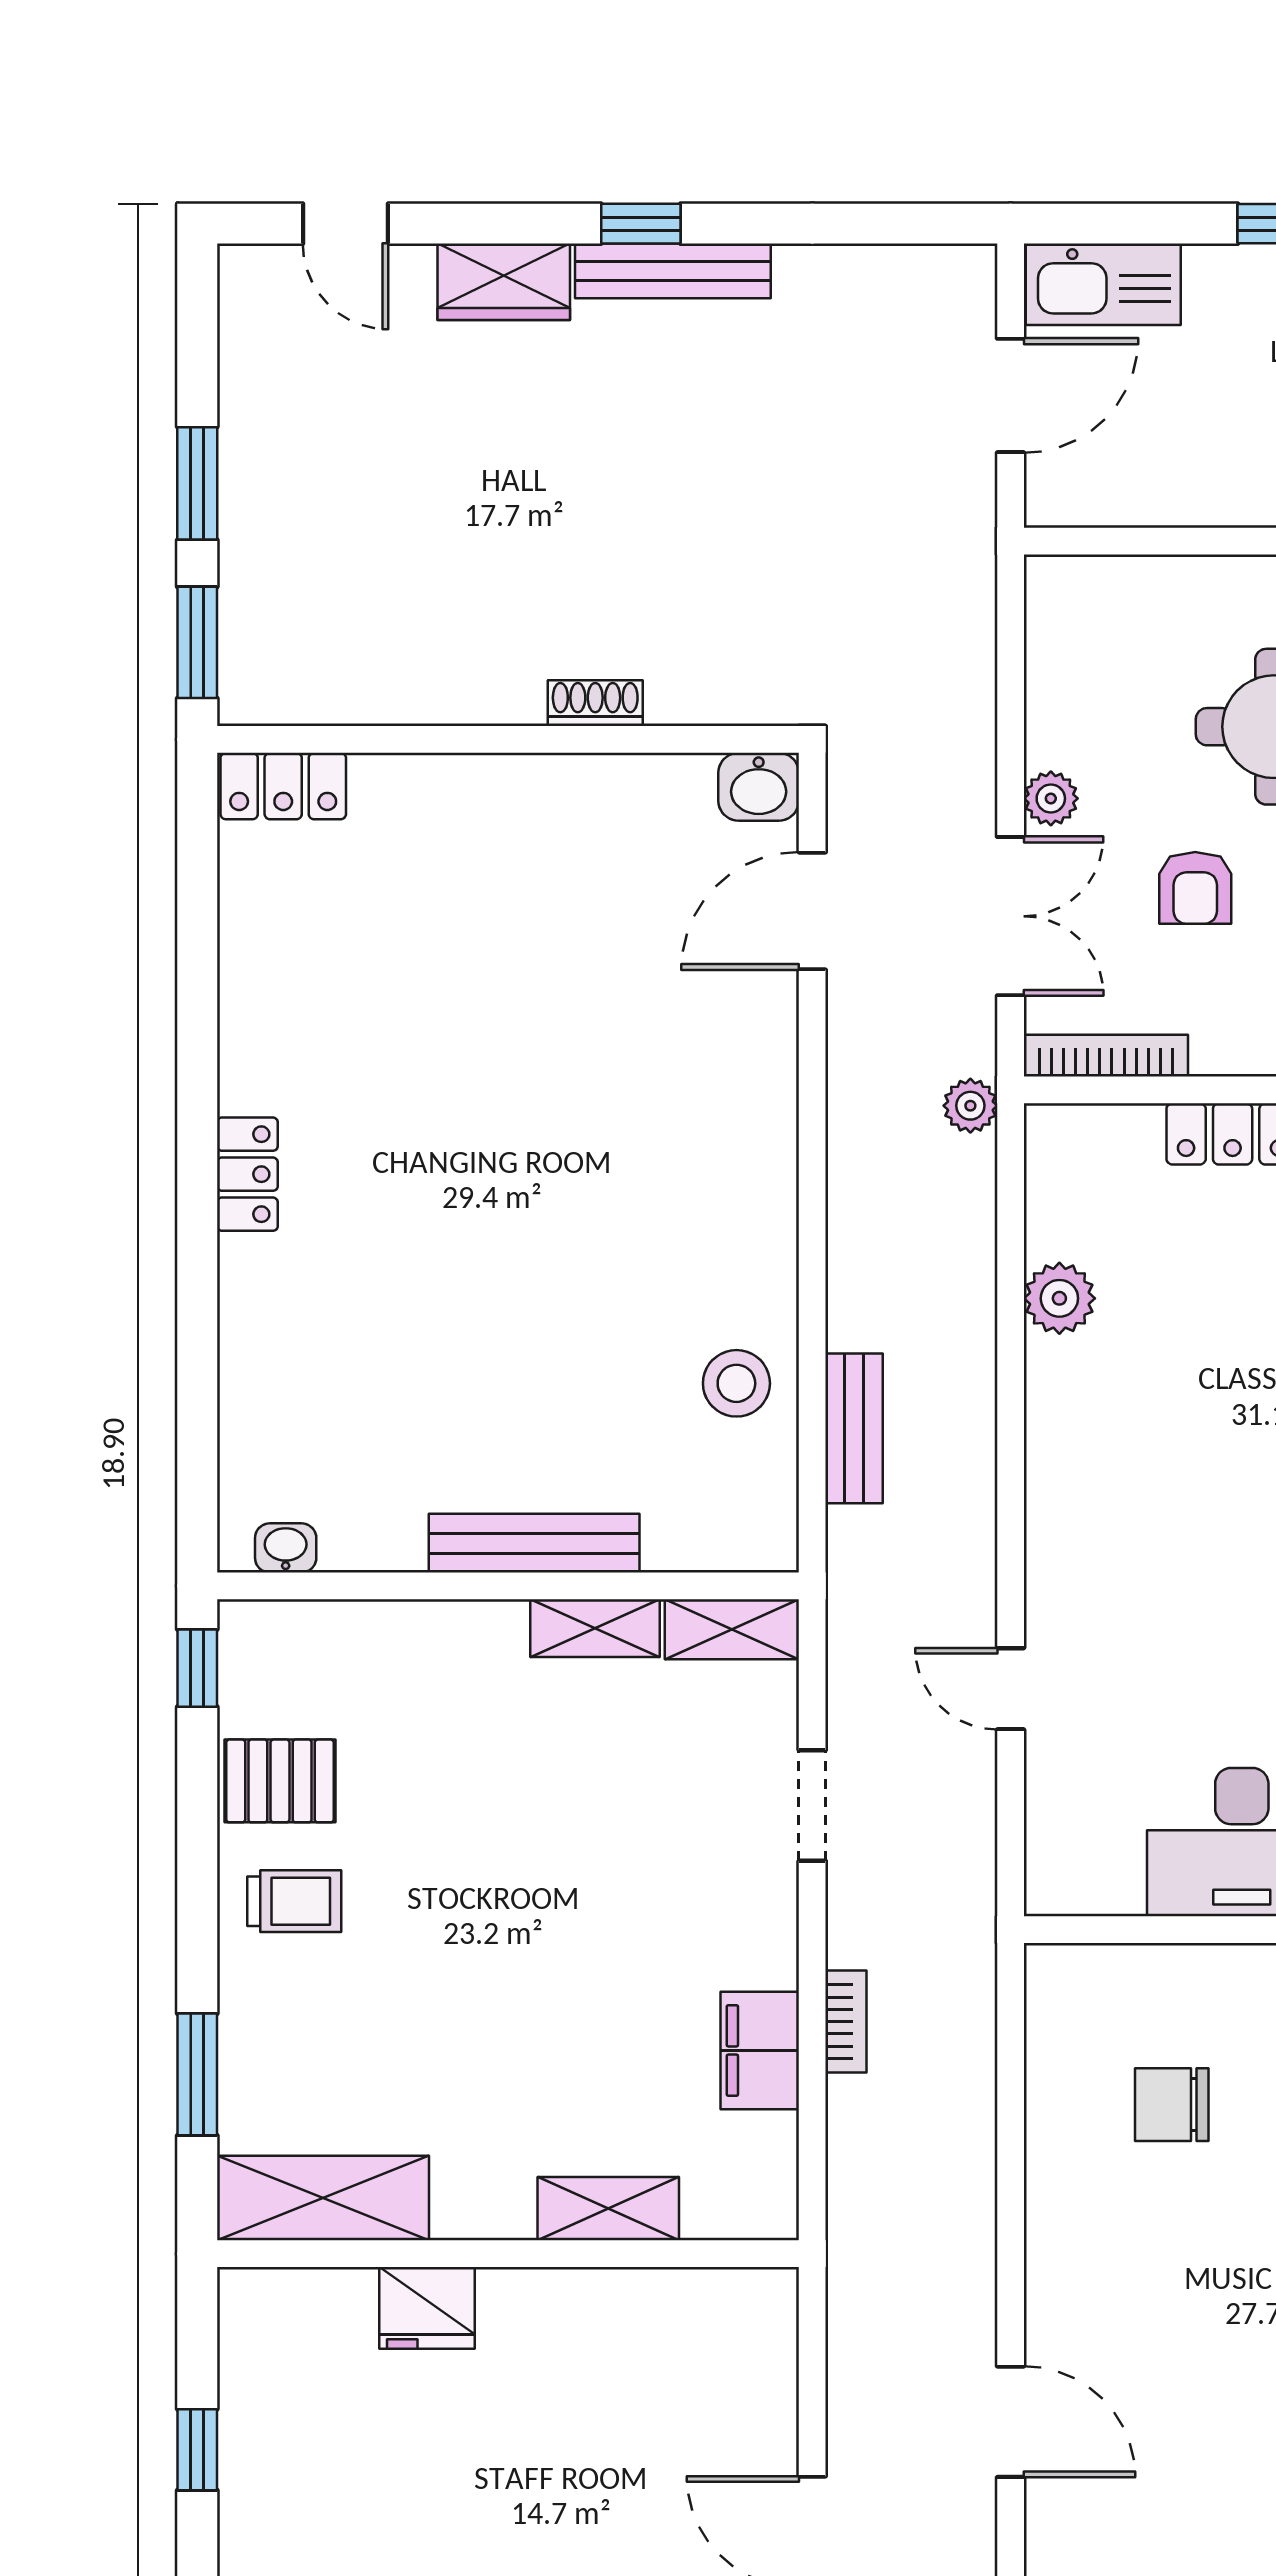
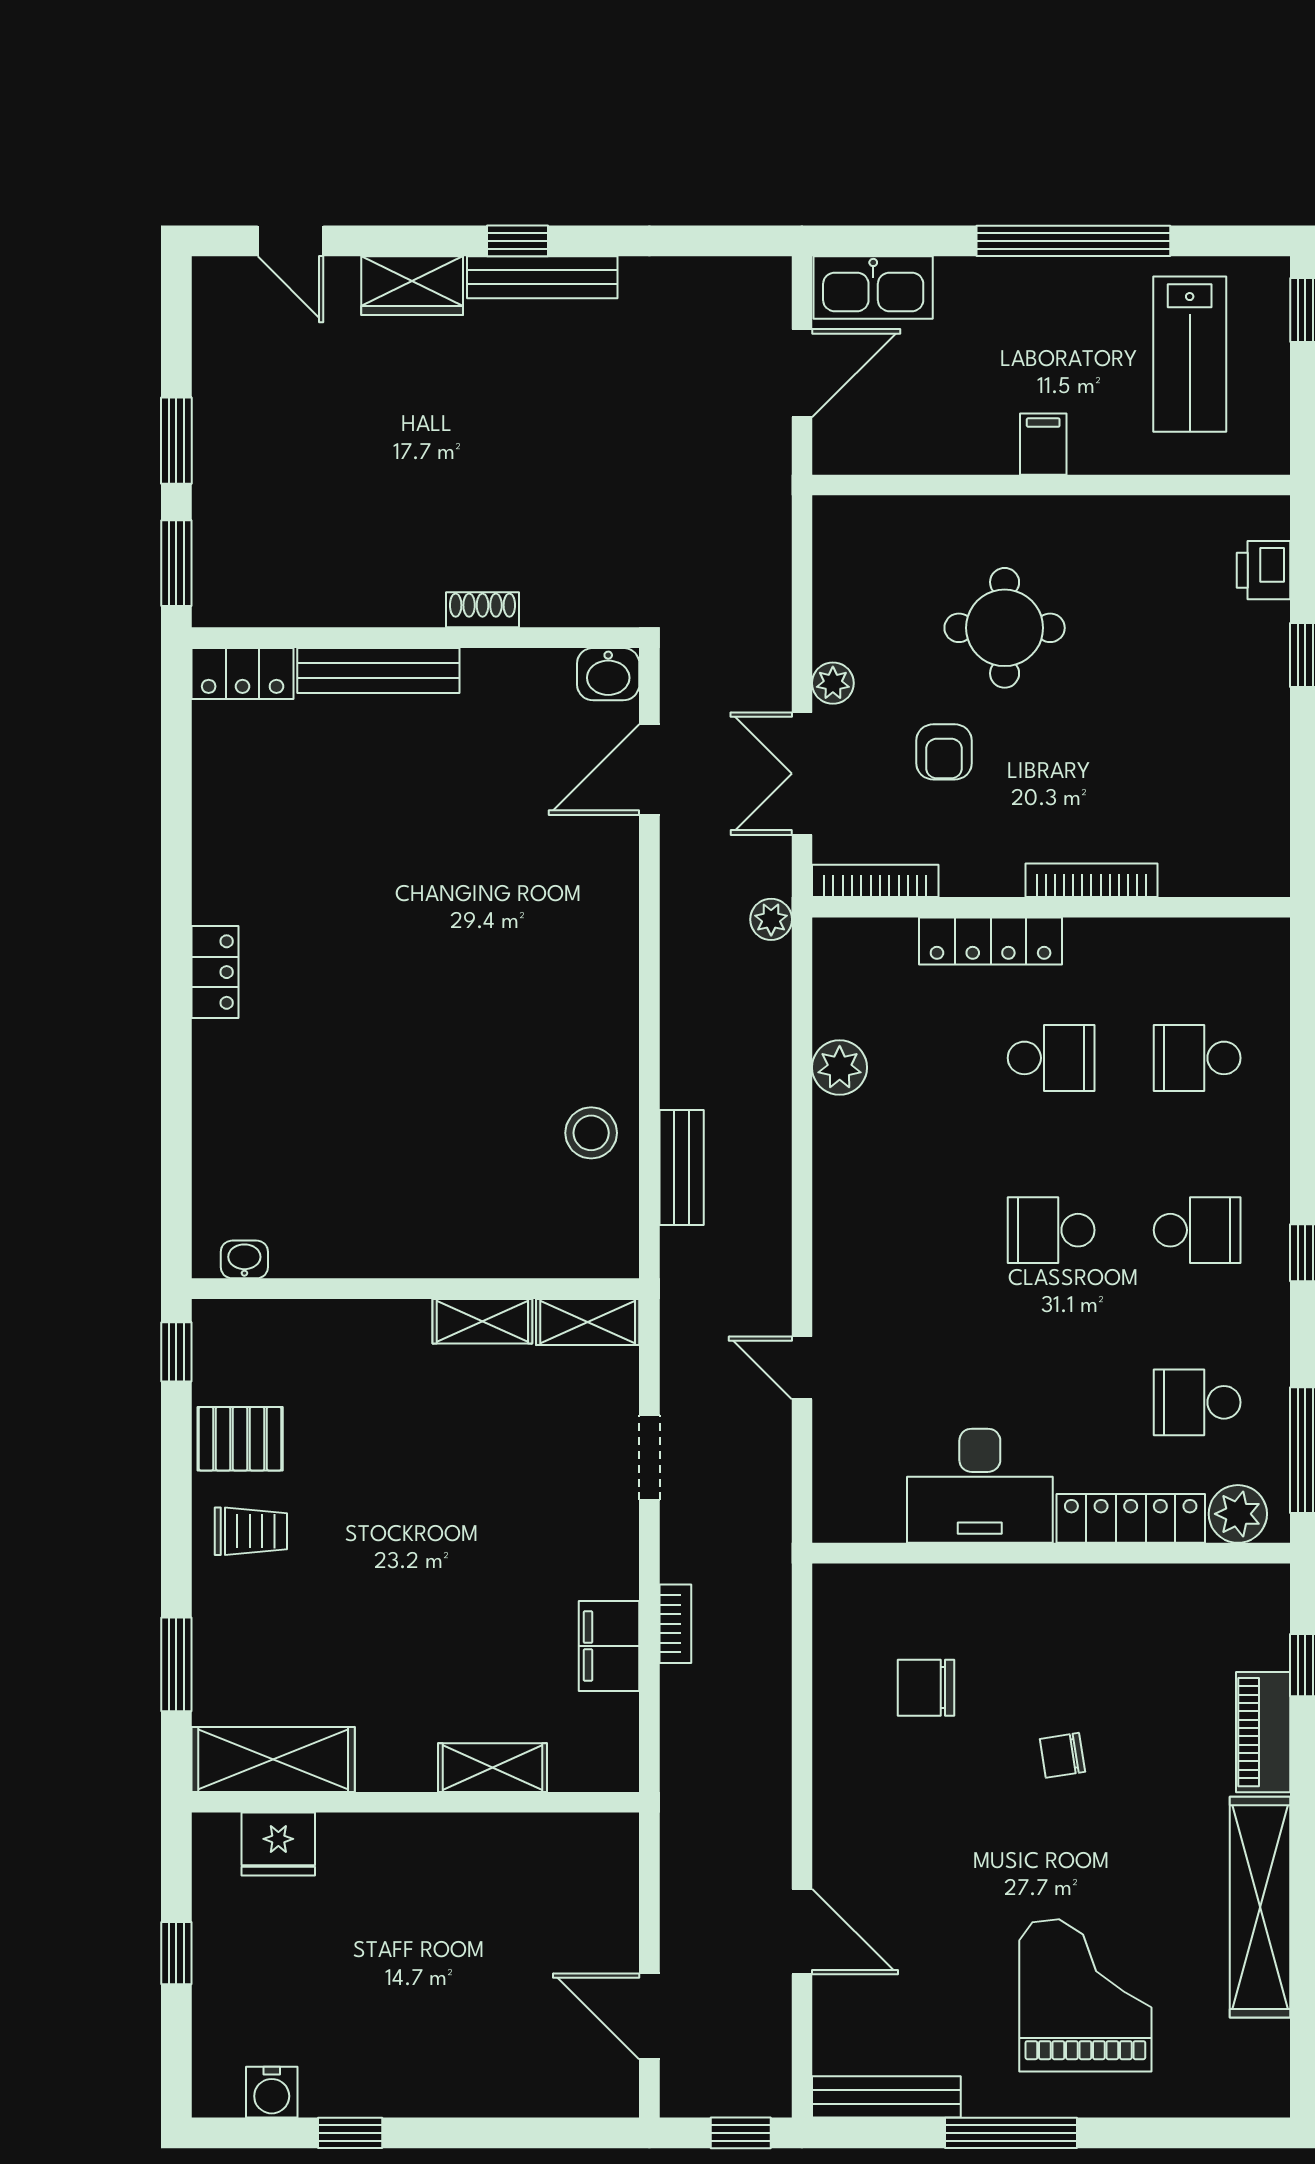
double door: (1011, 916) -> (802, 774), swing flipped
bench: (534, 1543) -> (378, 670), moved
fridge: (427, 2308) -> (278, 1844), moved

